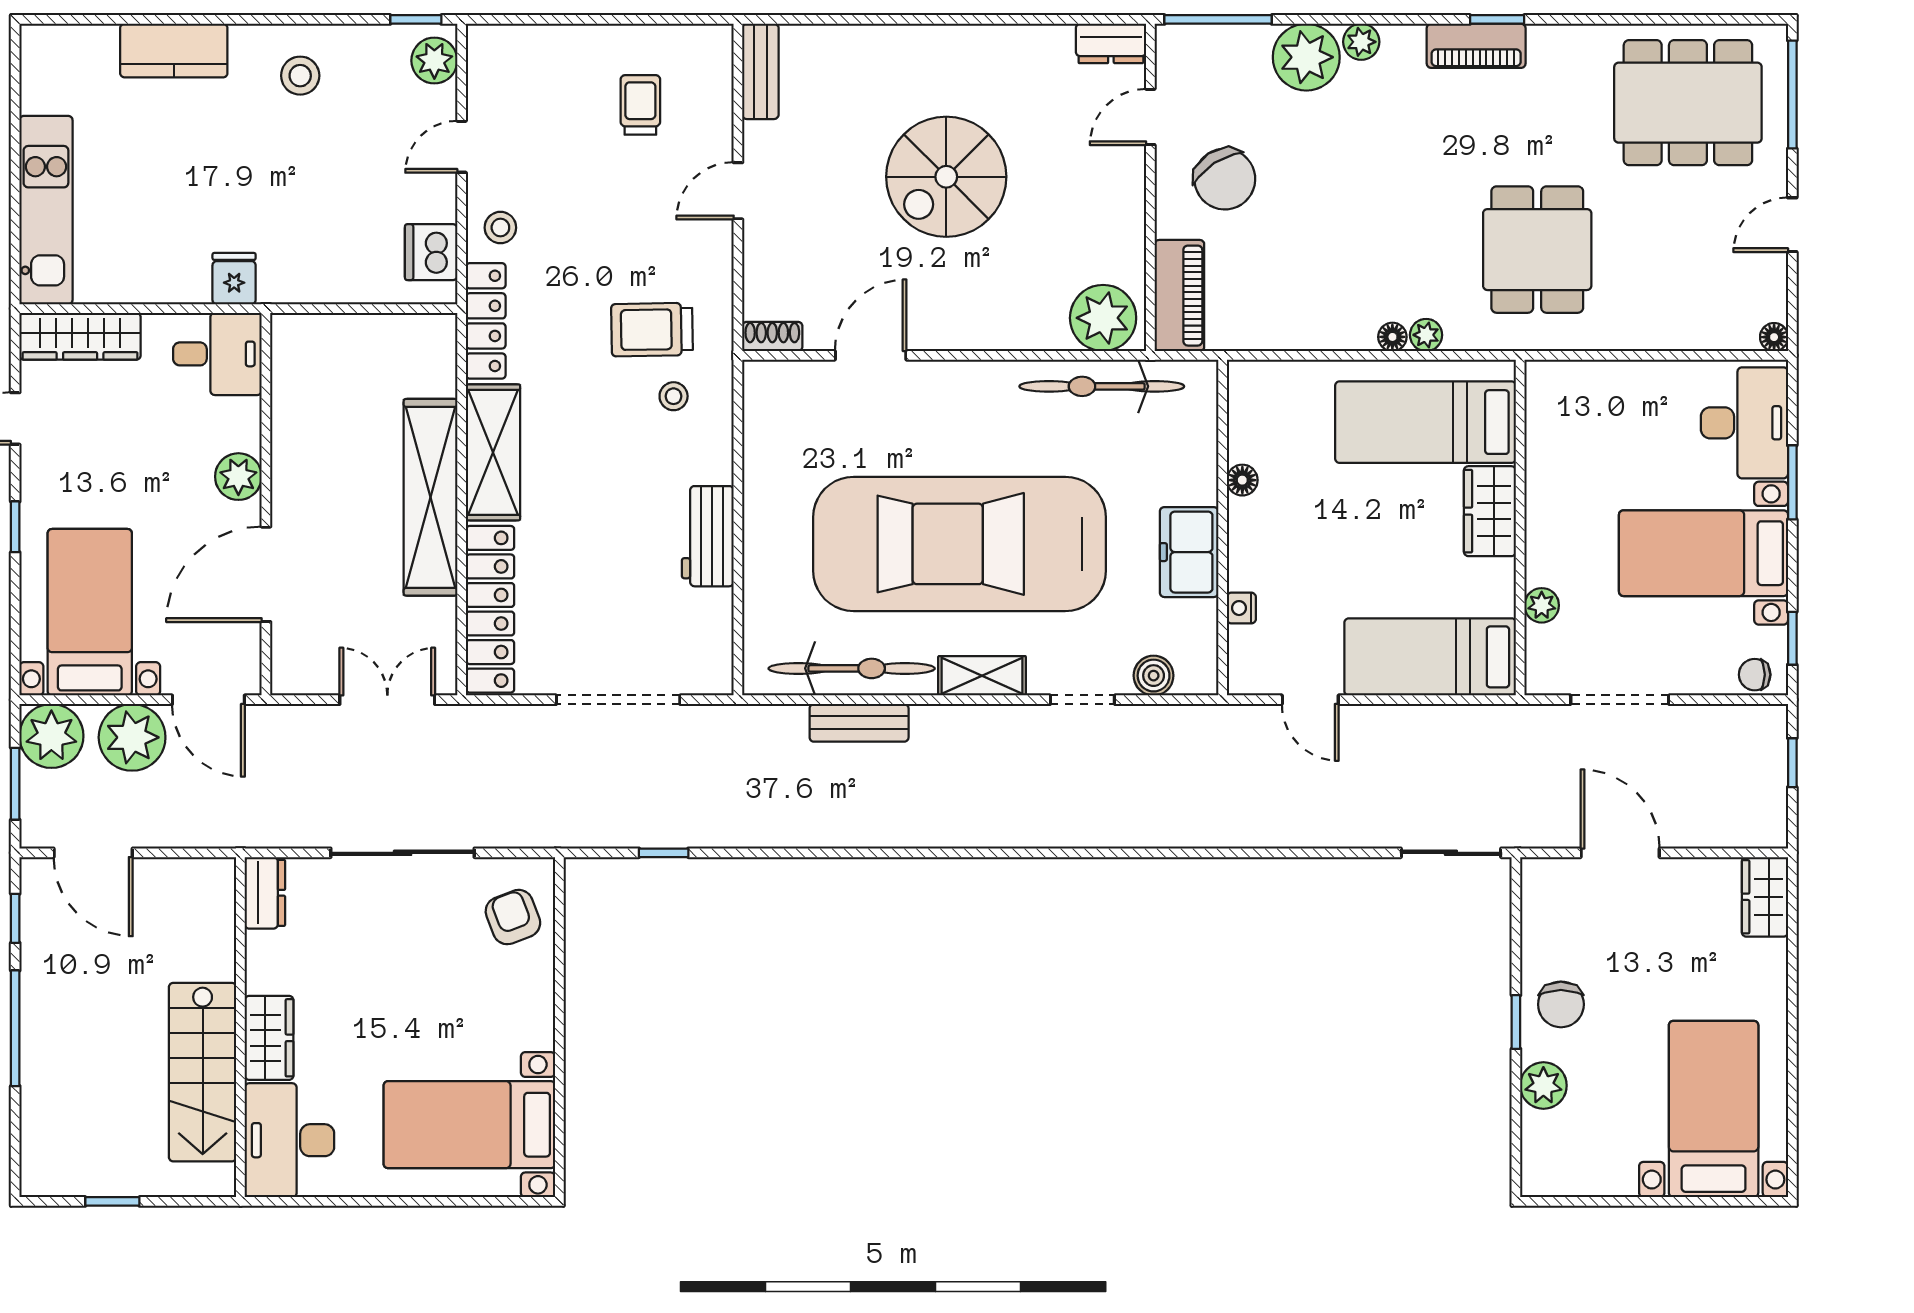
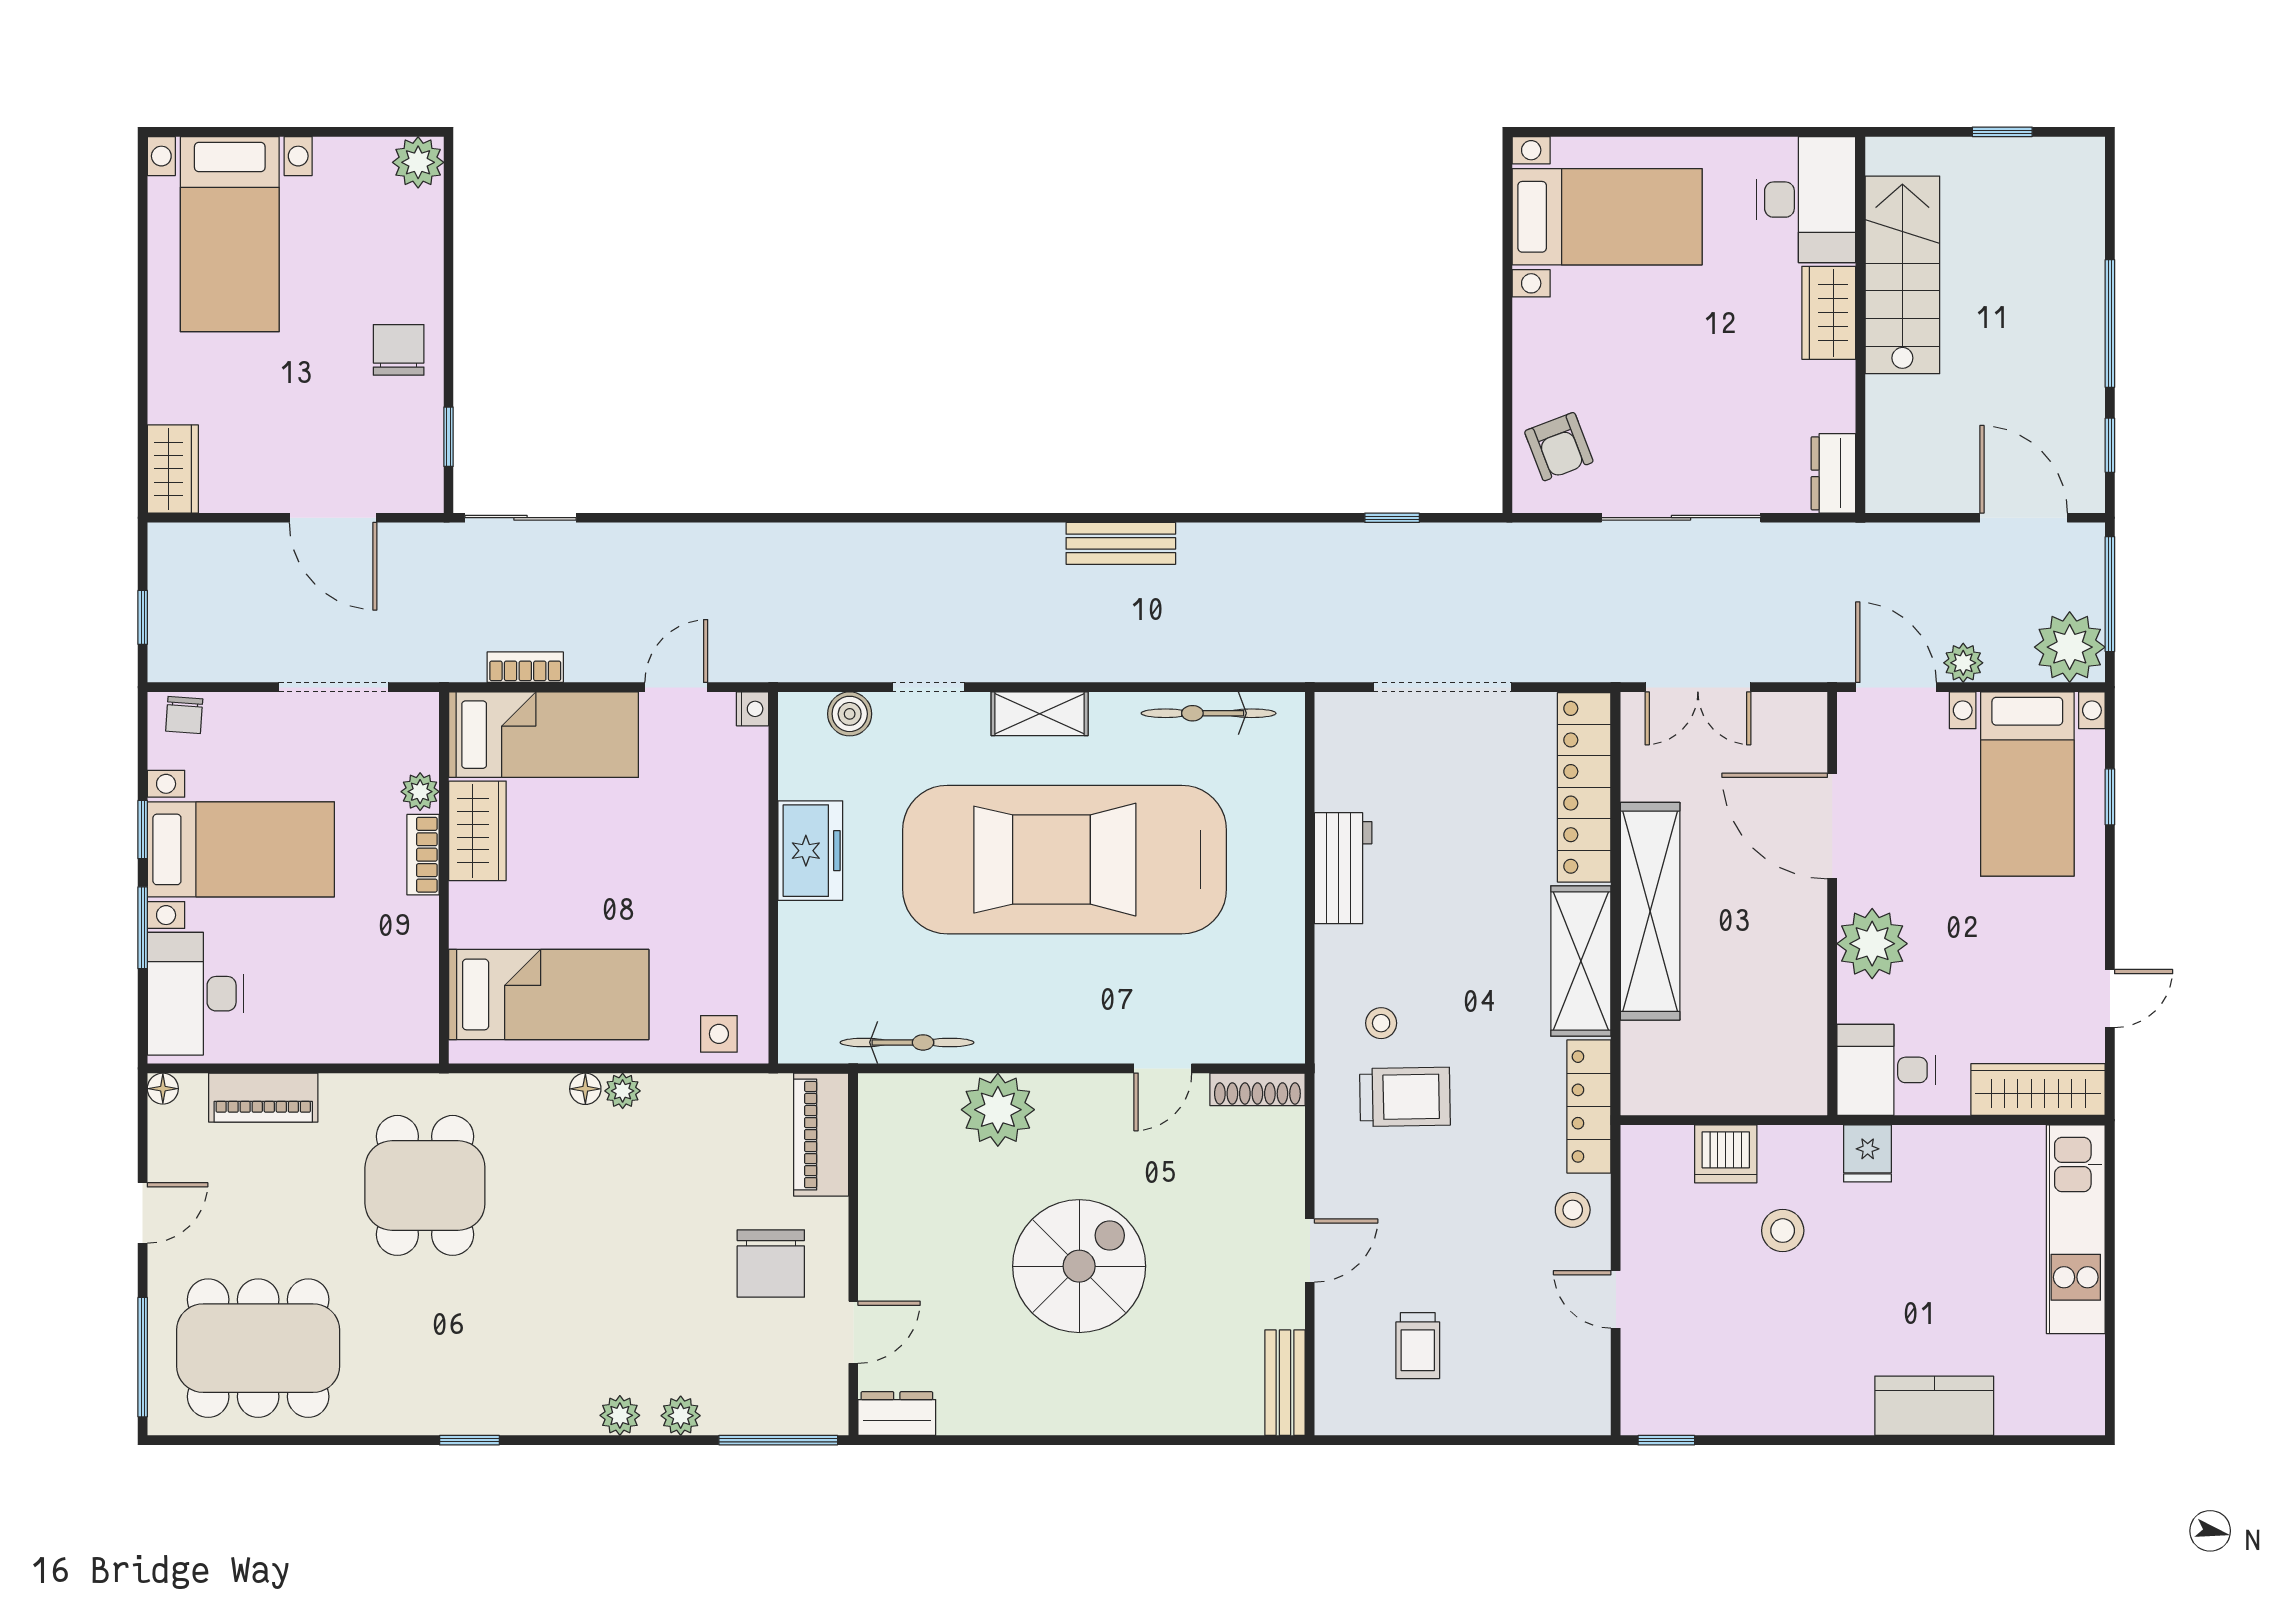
piano: (1476, 46) -> (263, 1098), moved, turned 180
plant: (1306, 57) -> (681, 1416), width x0.53, depth x0.53
plant: (434, 61) -> (1646, 1395), removed
stool: (300, 76) -> (1783, 1231), moved
door: (462, 147) -> (1616, 1299), swing flipped
chair: (1225, 179) -> (771, 1263), turned -147
dishwasher: (431, 252) -> (1726, 1154), moved, turned 90
plant: (1103, 318) -> (998, 1110), moved
plant: (1426, 335) -> (623, 1091), moved
shoe rack: (772, 336) -> (1257, 1089), width x1.43
door: (871, 355) -> (1163, 1068), width x0.73
bicycle: (1102, 386) -> (907, 1042), width x0.73, depth x0.71
side table: (1272, 387) -> (719, 1034), added
plant: (238, 477) -> (1872, 944), width x1.36, depth x1.36
floor lamp: (1242, 480) -> (751, 930), removed
wardrobe: (1490, 511) -> (477, 831), moved
window: (15, 527) -> (2110, 797), moved
car: (959, 544) -> (1065, 860), turned 180
bookcase: (1539, 548) -> (423, 855), added
door: (266, 574) -> (1832, 826), swing flipped
nightstand: (1241, 608) -> (752, 709), moved
window: (1792, 638) -> (143, 830), moved
bicycle: (852, 668) -> (1209, 713), width x0.73, depth x0.71
chair: (1755, 675) -> (184, 715), turned 94
door: (1310, 700) -> (676, 687), hinge flipped
bookcase: (1447, 718) -> (525, 667), added
bench: (859, 723) -> (1121, 543), moved
plant: (132, 737) -> (1963, 663), width x0.53, depth x0.53
window: (15, 784) -> (2110, 594), width x1.44
window: (1516, 1022) -> (449, 437), moved
plant: (1543, 1086) -> (418, 162), moved

